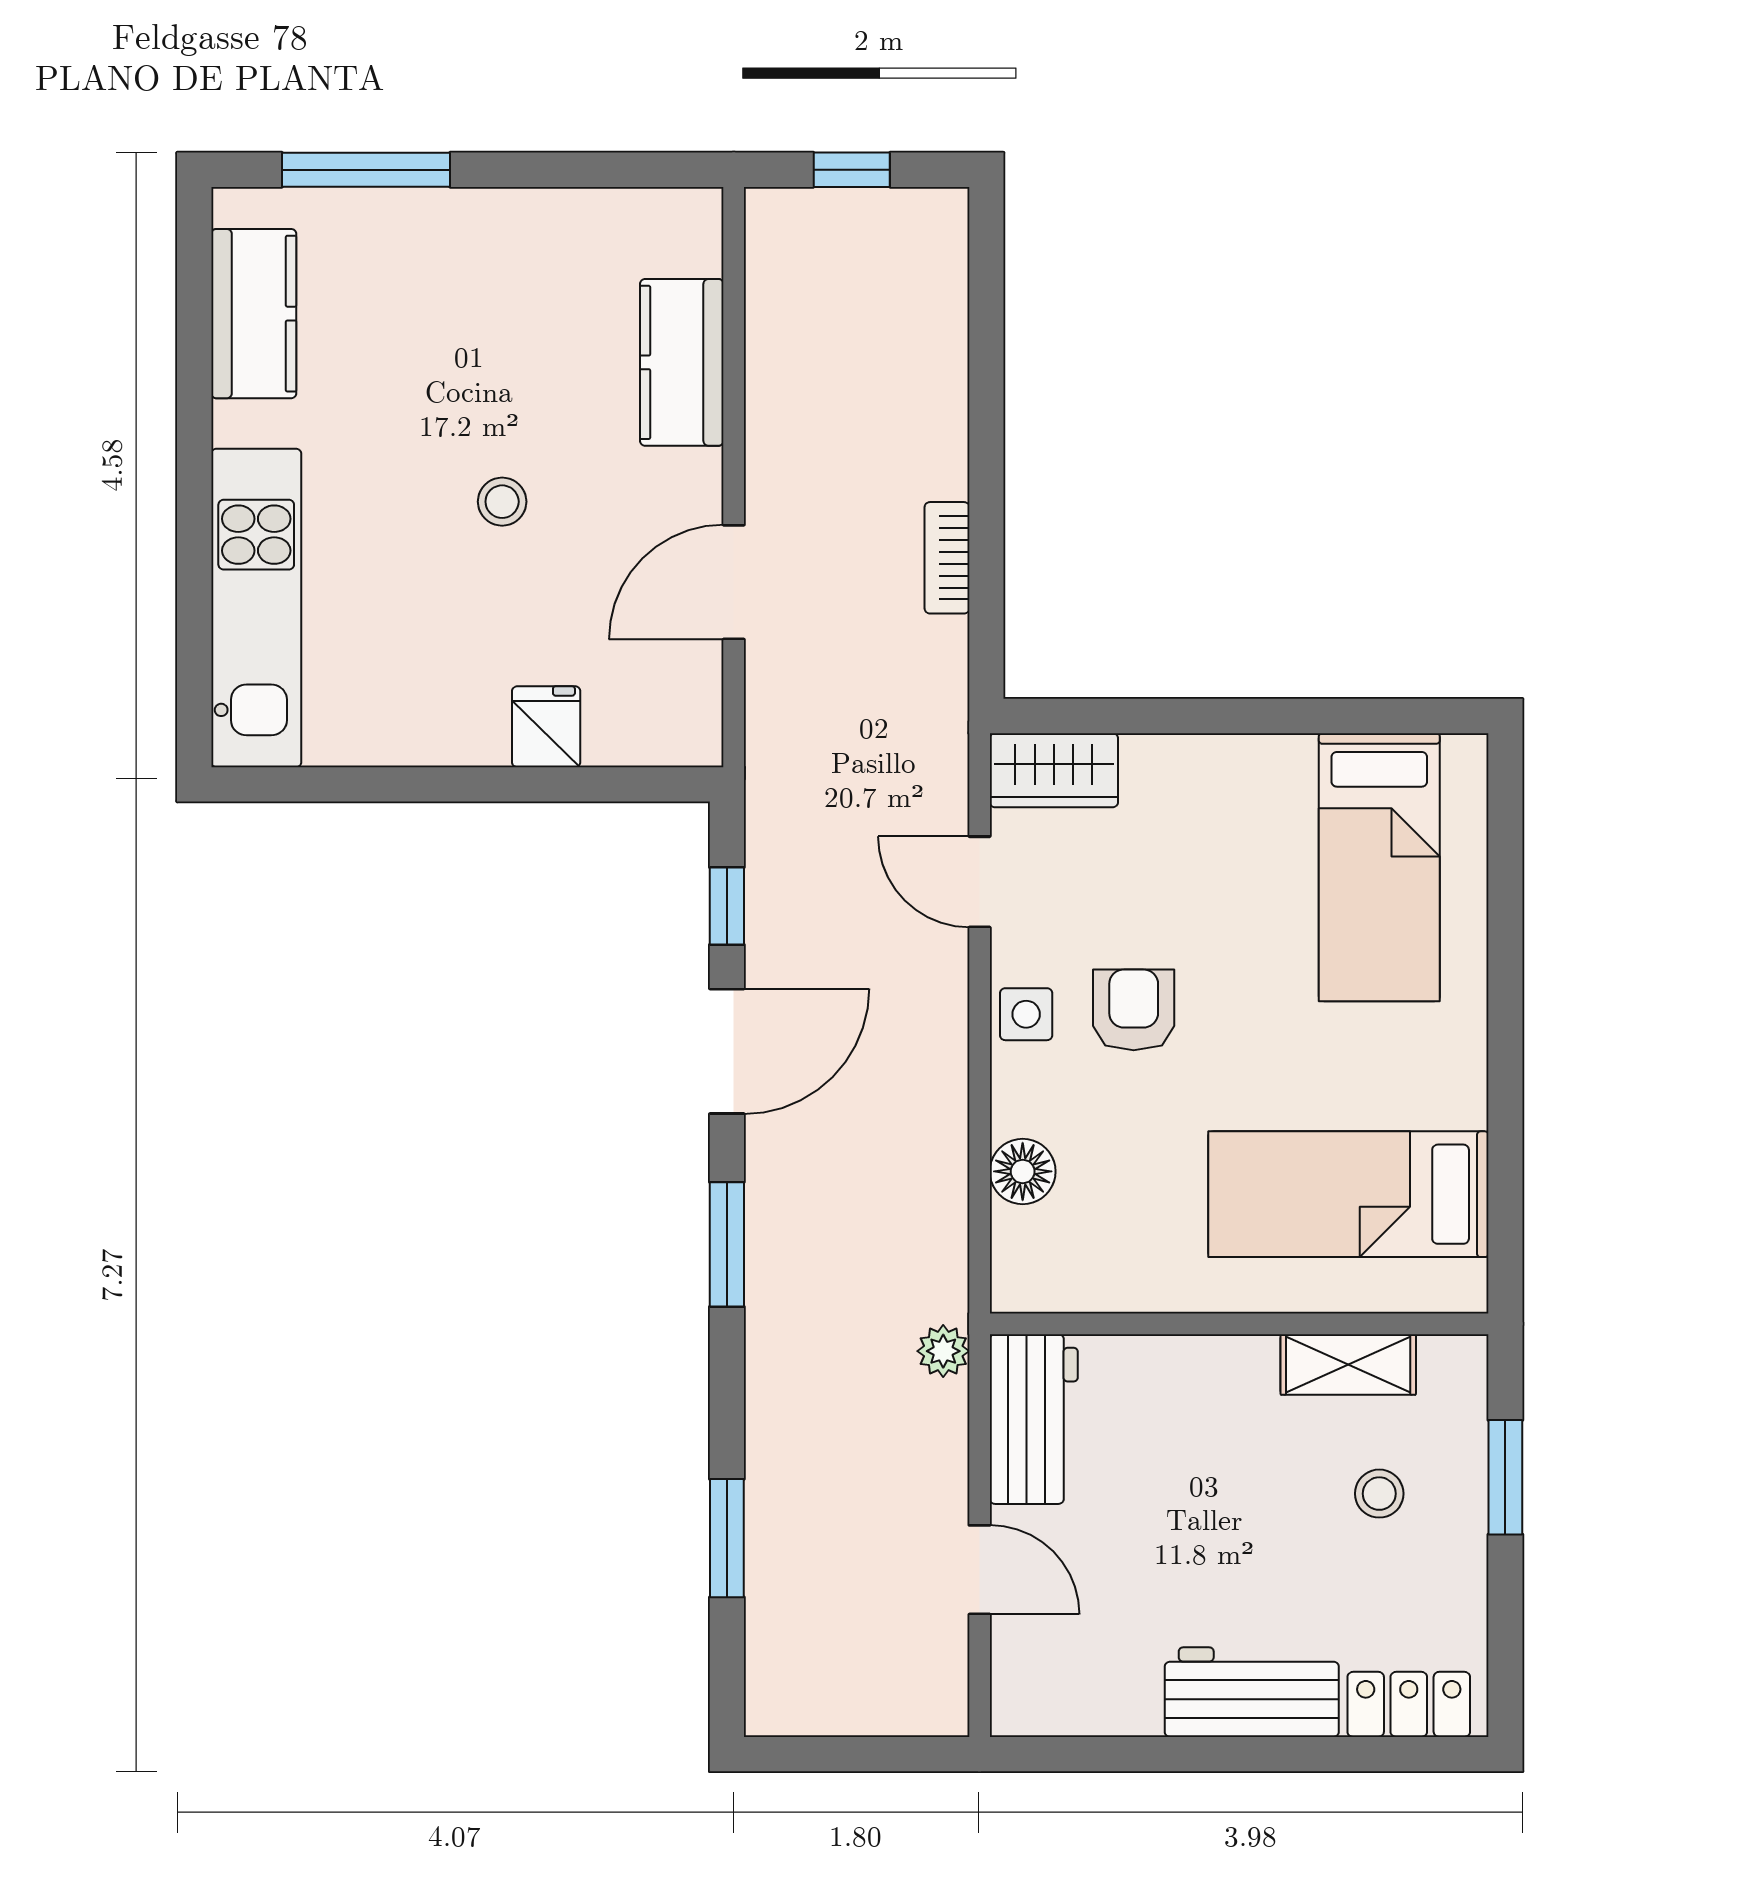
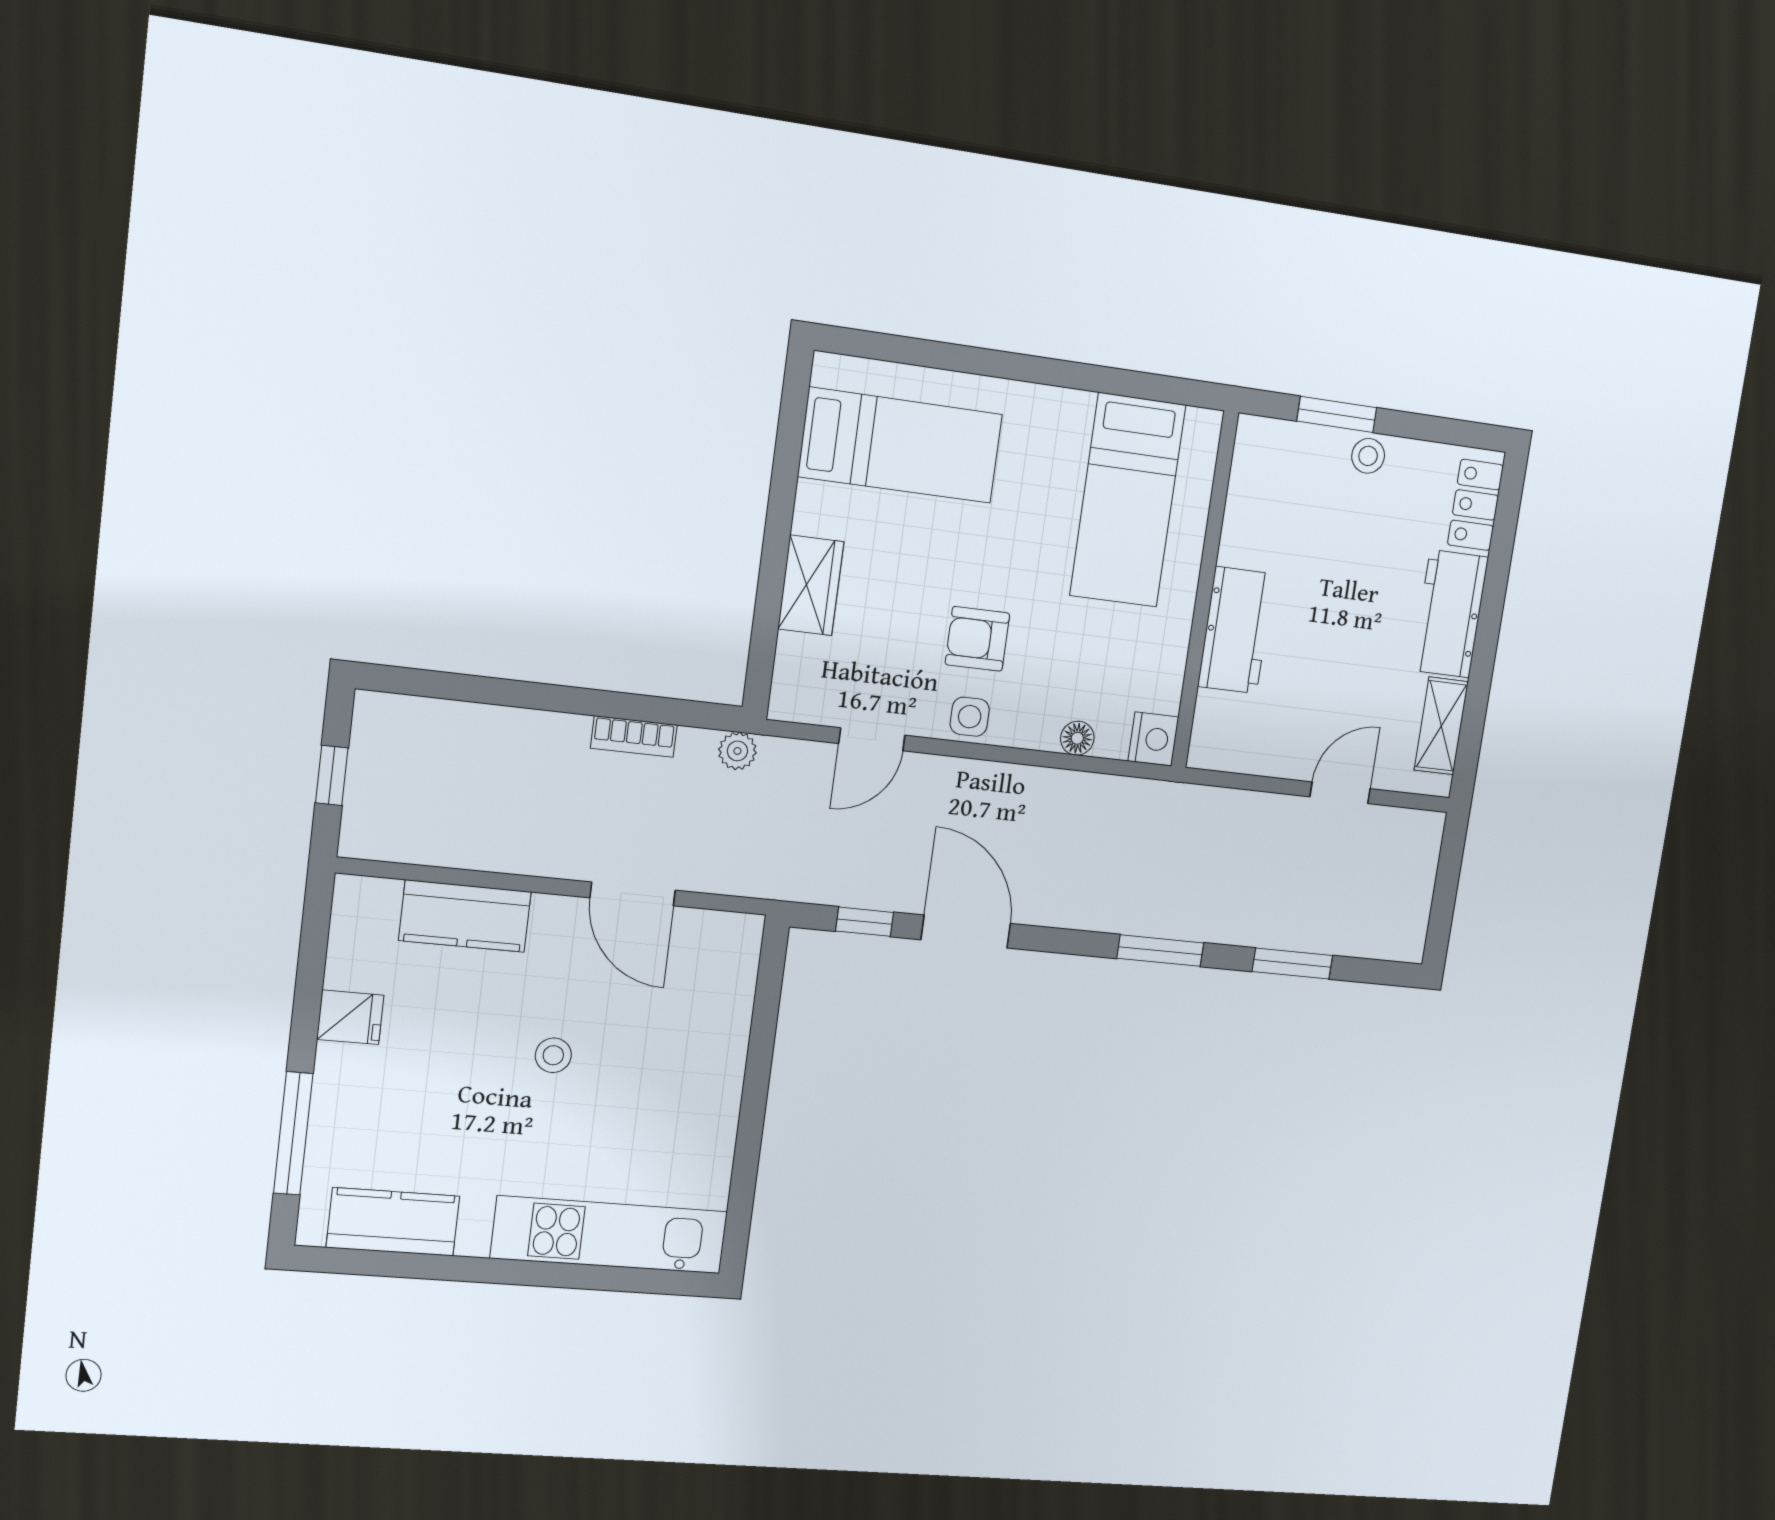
fridge: (546, 727) -> (350, 1017), moved, turned 180
wardrobe: (1054, 770) -> (811, 585), moved
floor lamp: (1023, 1171) -> (1077, 738), width x0.73, depth x0.73
window: (727, 1244) -> (1160, 951), moved
nightstand: (1025, 1281) -> (1153, 739), added
plant: (943, 1351) -> (737, 751), moved
shelving: (1348, 1365) -> (1441, 726), moved
workbench: (1034, 1419) -> (1236, 630), moved, turned 90
stool: (1379, 1494) -> (1368, 456), moved

